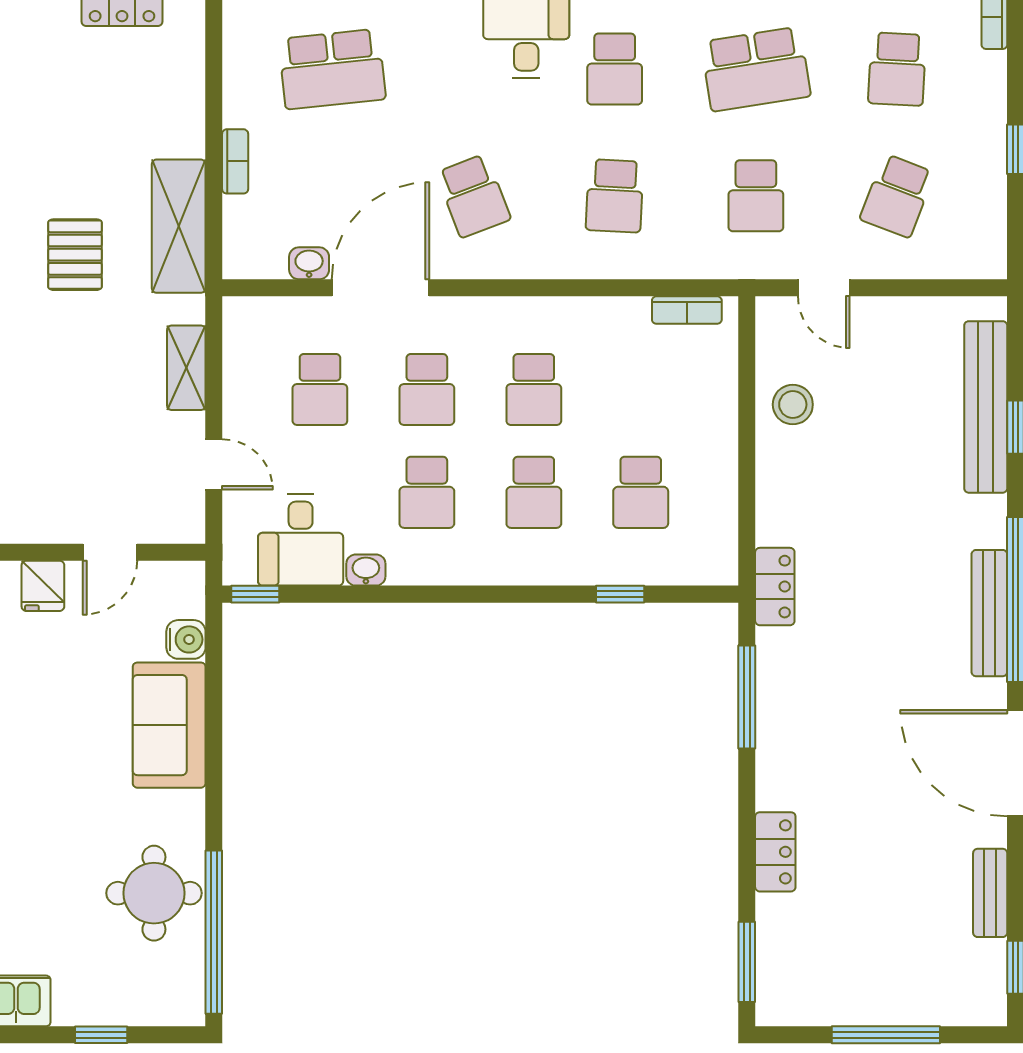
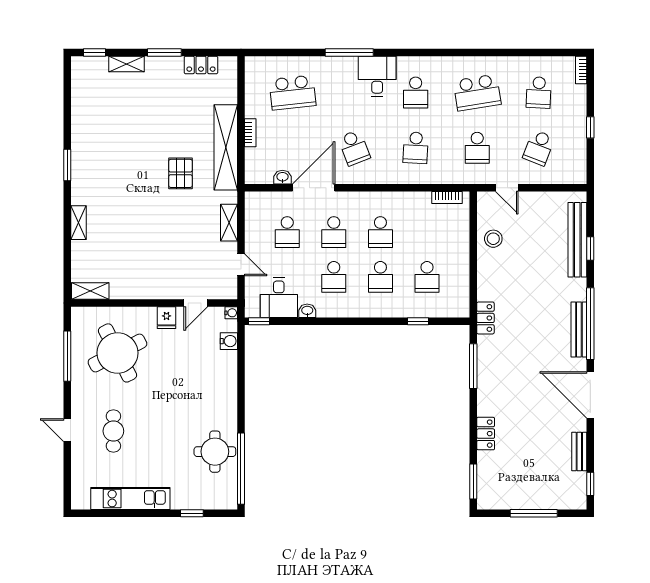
shelving: (179, 226) -> (226, 147), width x1.47
water cooler: (191, 575) -> (231, 313), added
sofa: (169, 725) -> (222, 378), removed

